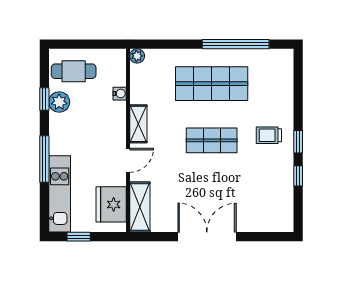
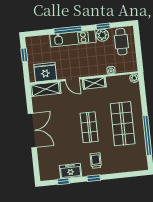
window: (298, 176) -> (63, 181), moved
freezer: (282, 180) -> (70, 171), added
kitchen unit: (60, 194) -> (73, 38), moved

